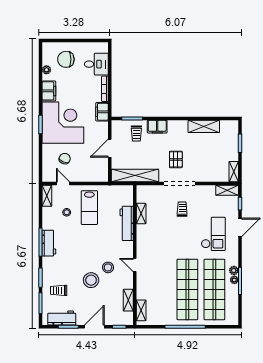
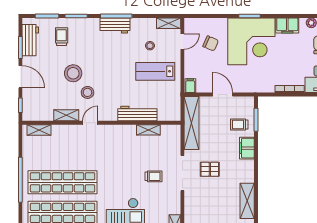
filing cabinet: (102, 112) -> (190, 86), moved, width x0.50
shelving: (128, 300) -> (66, 115), moved

